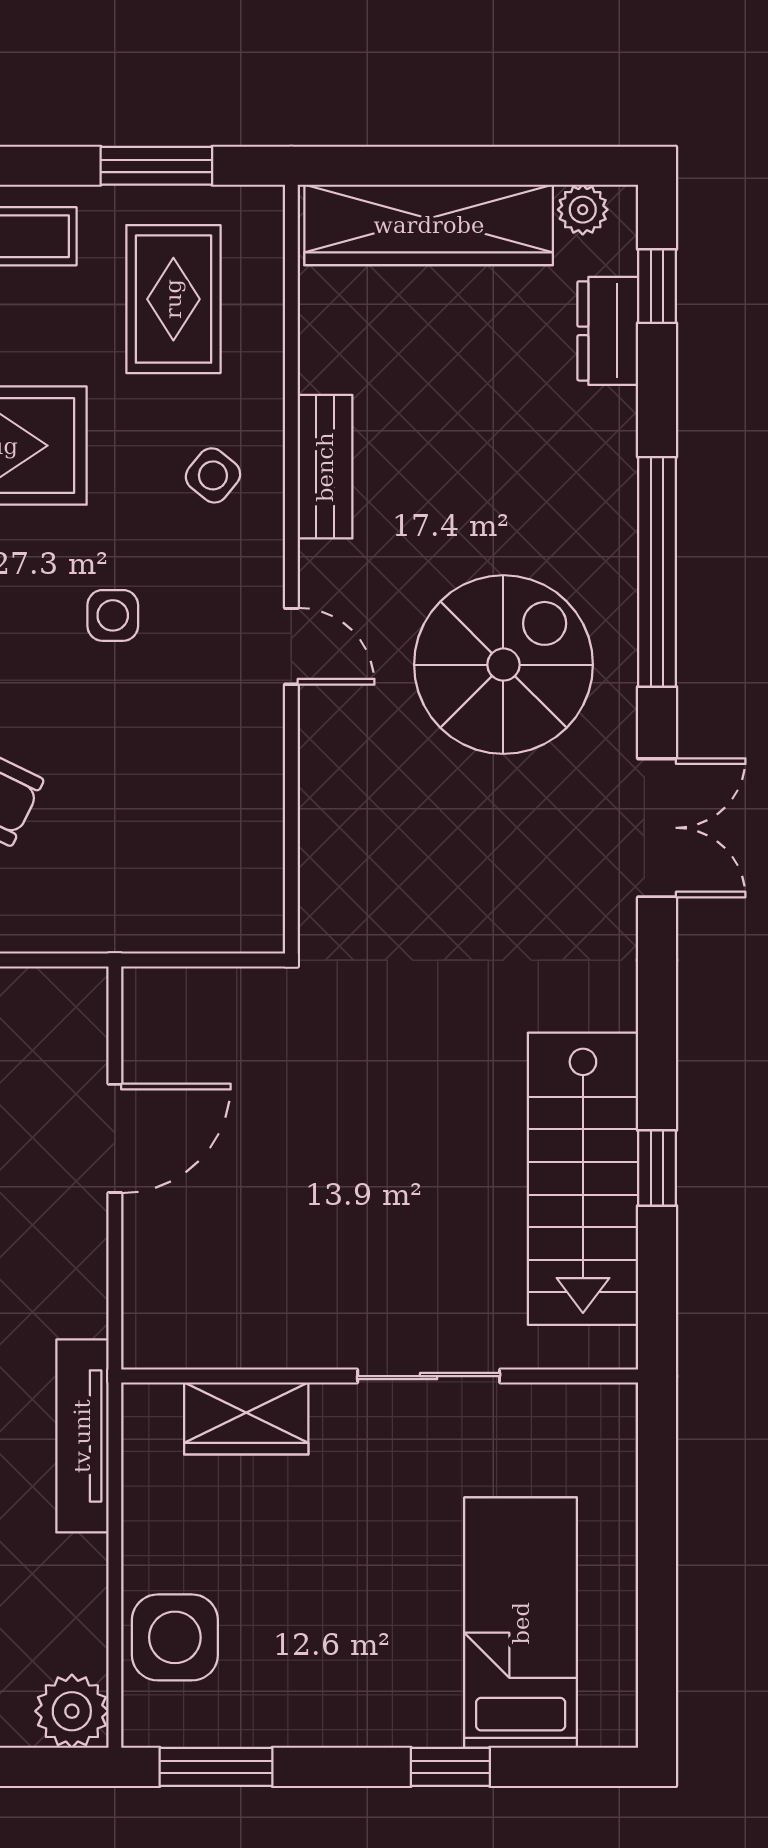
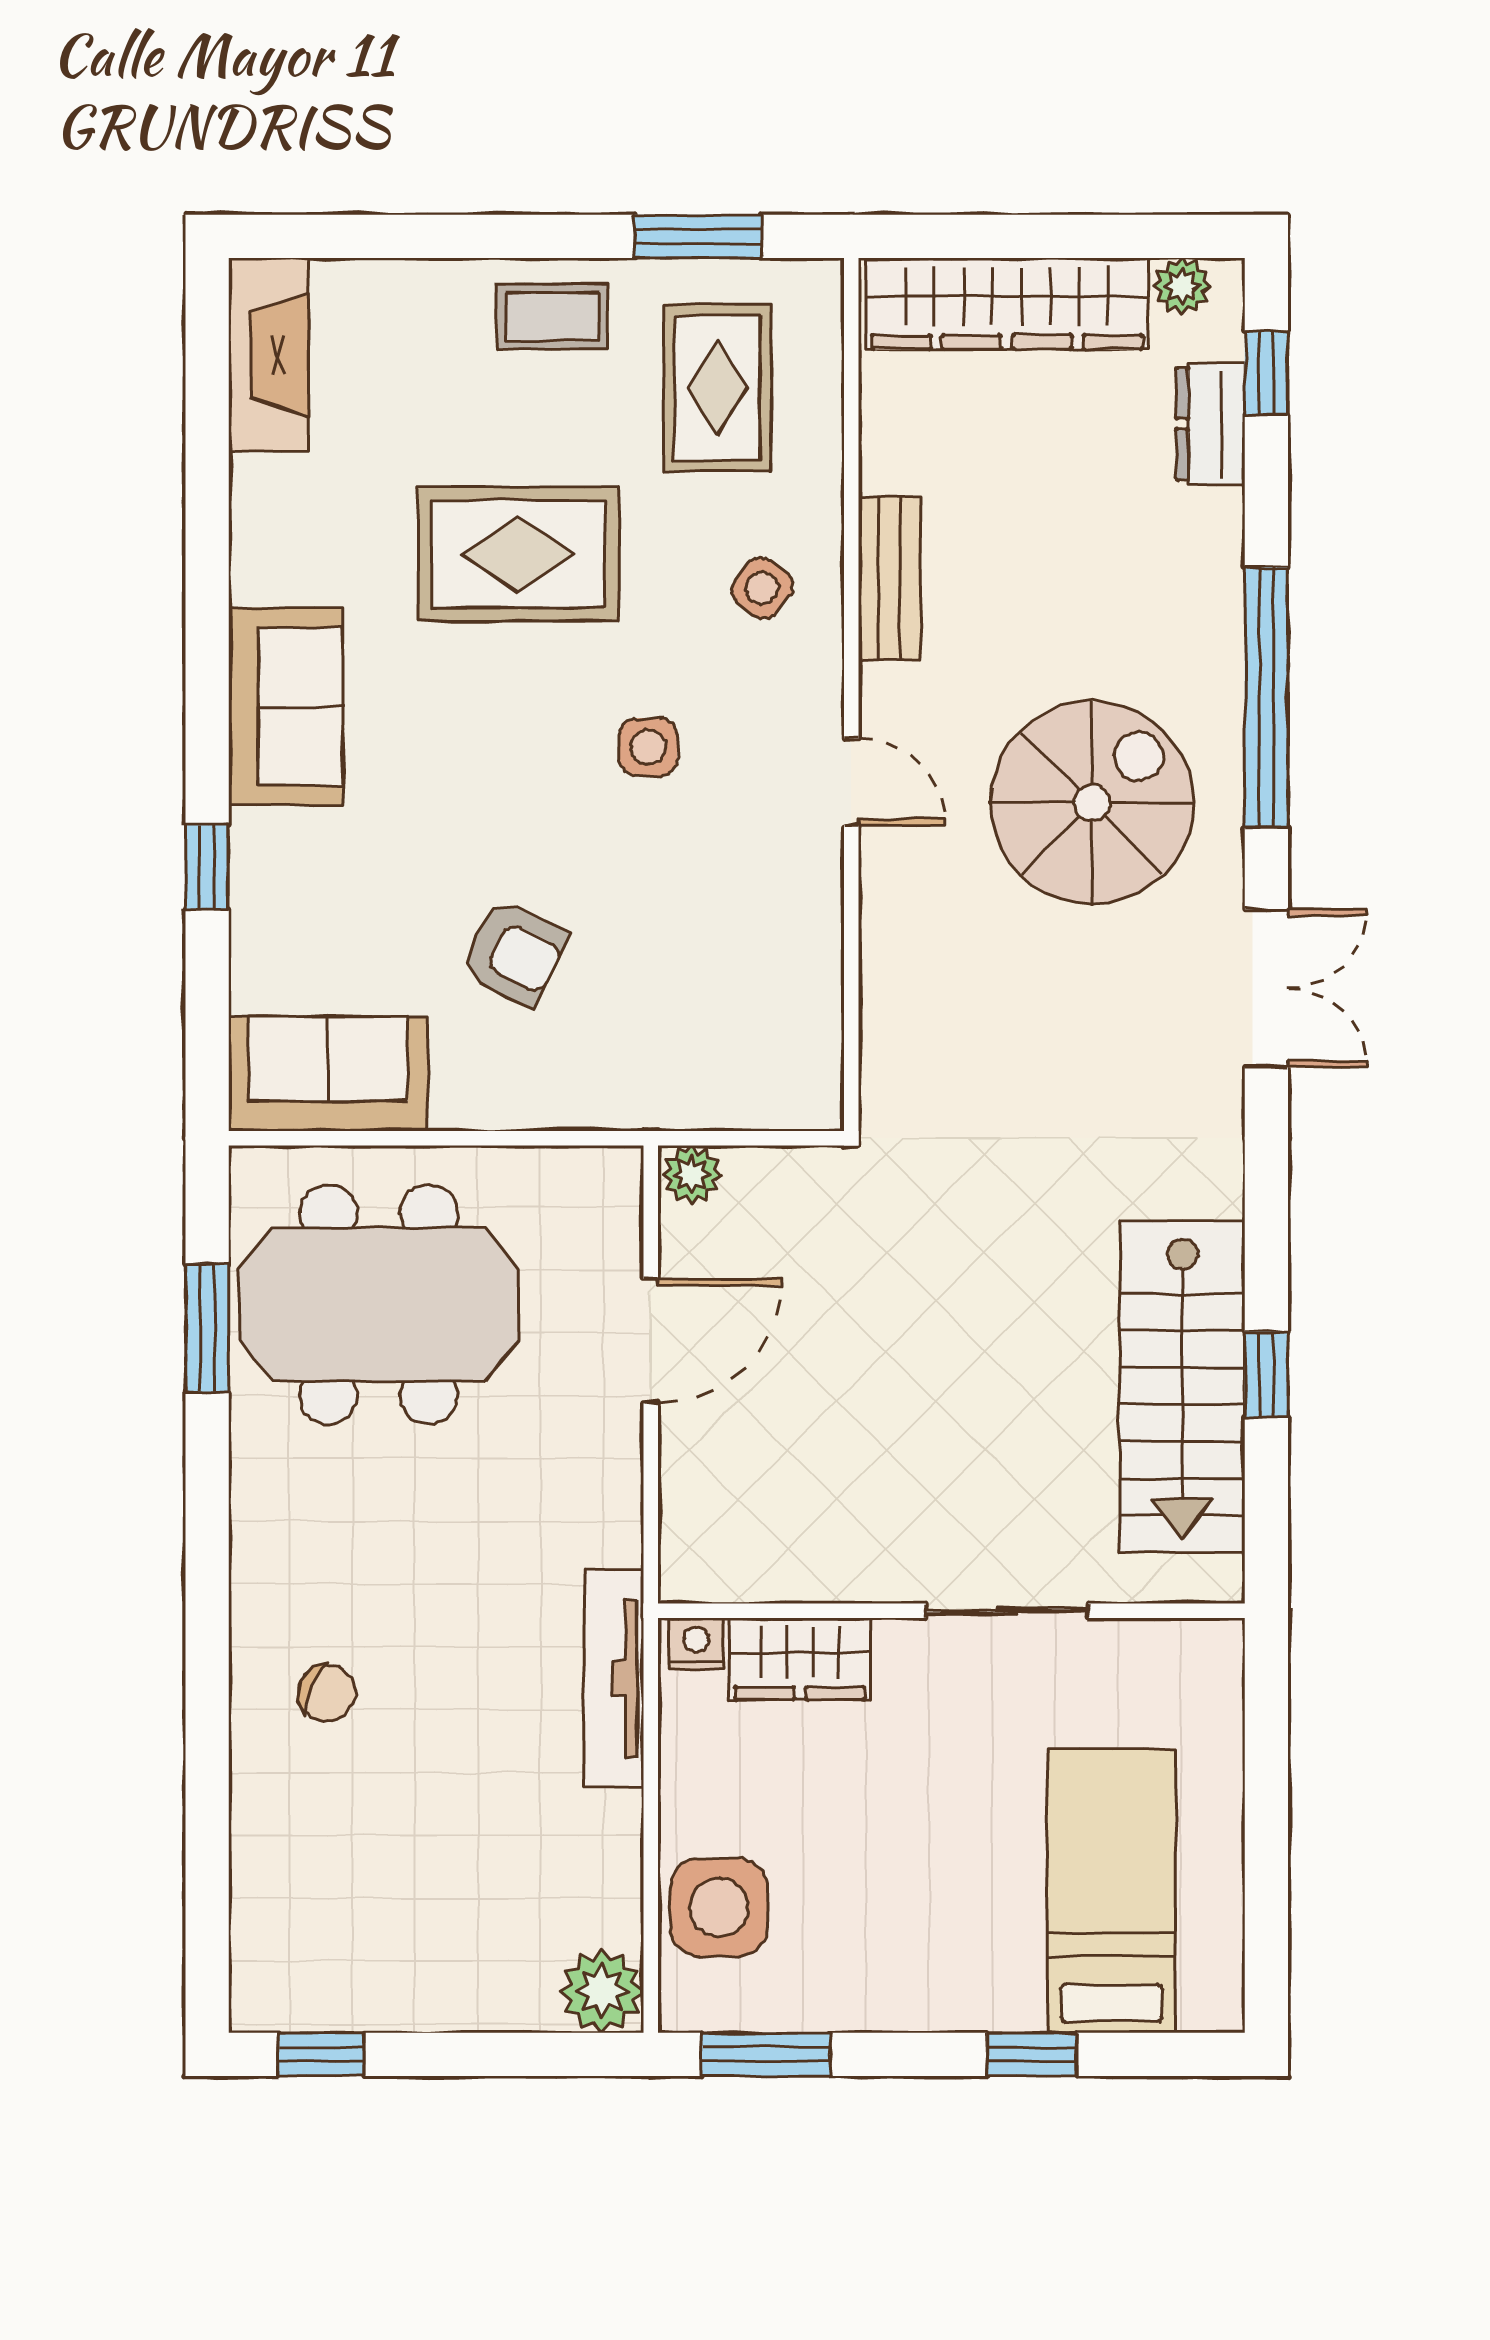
plant: (151, 992) -> (692, 1175), added
nightstand: (155, 1405) -> (696, 1644), added

